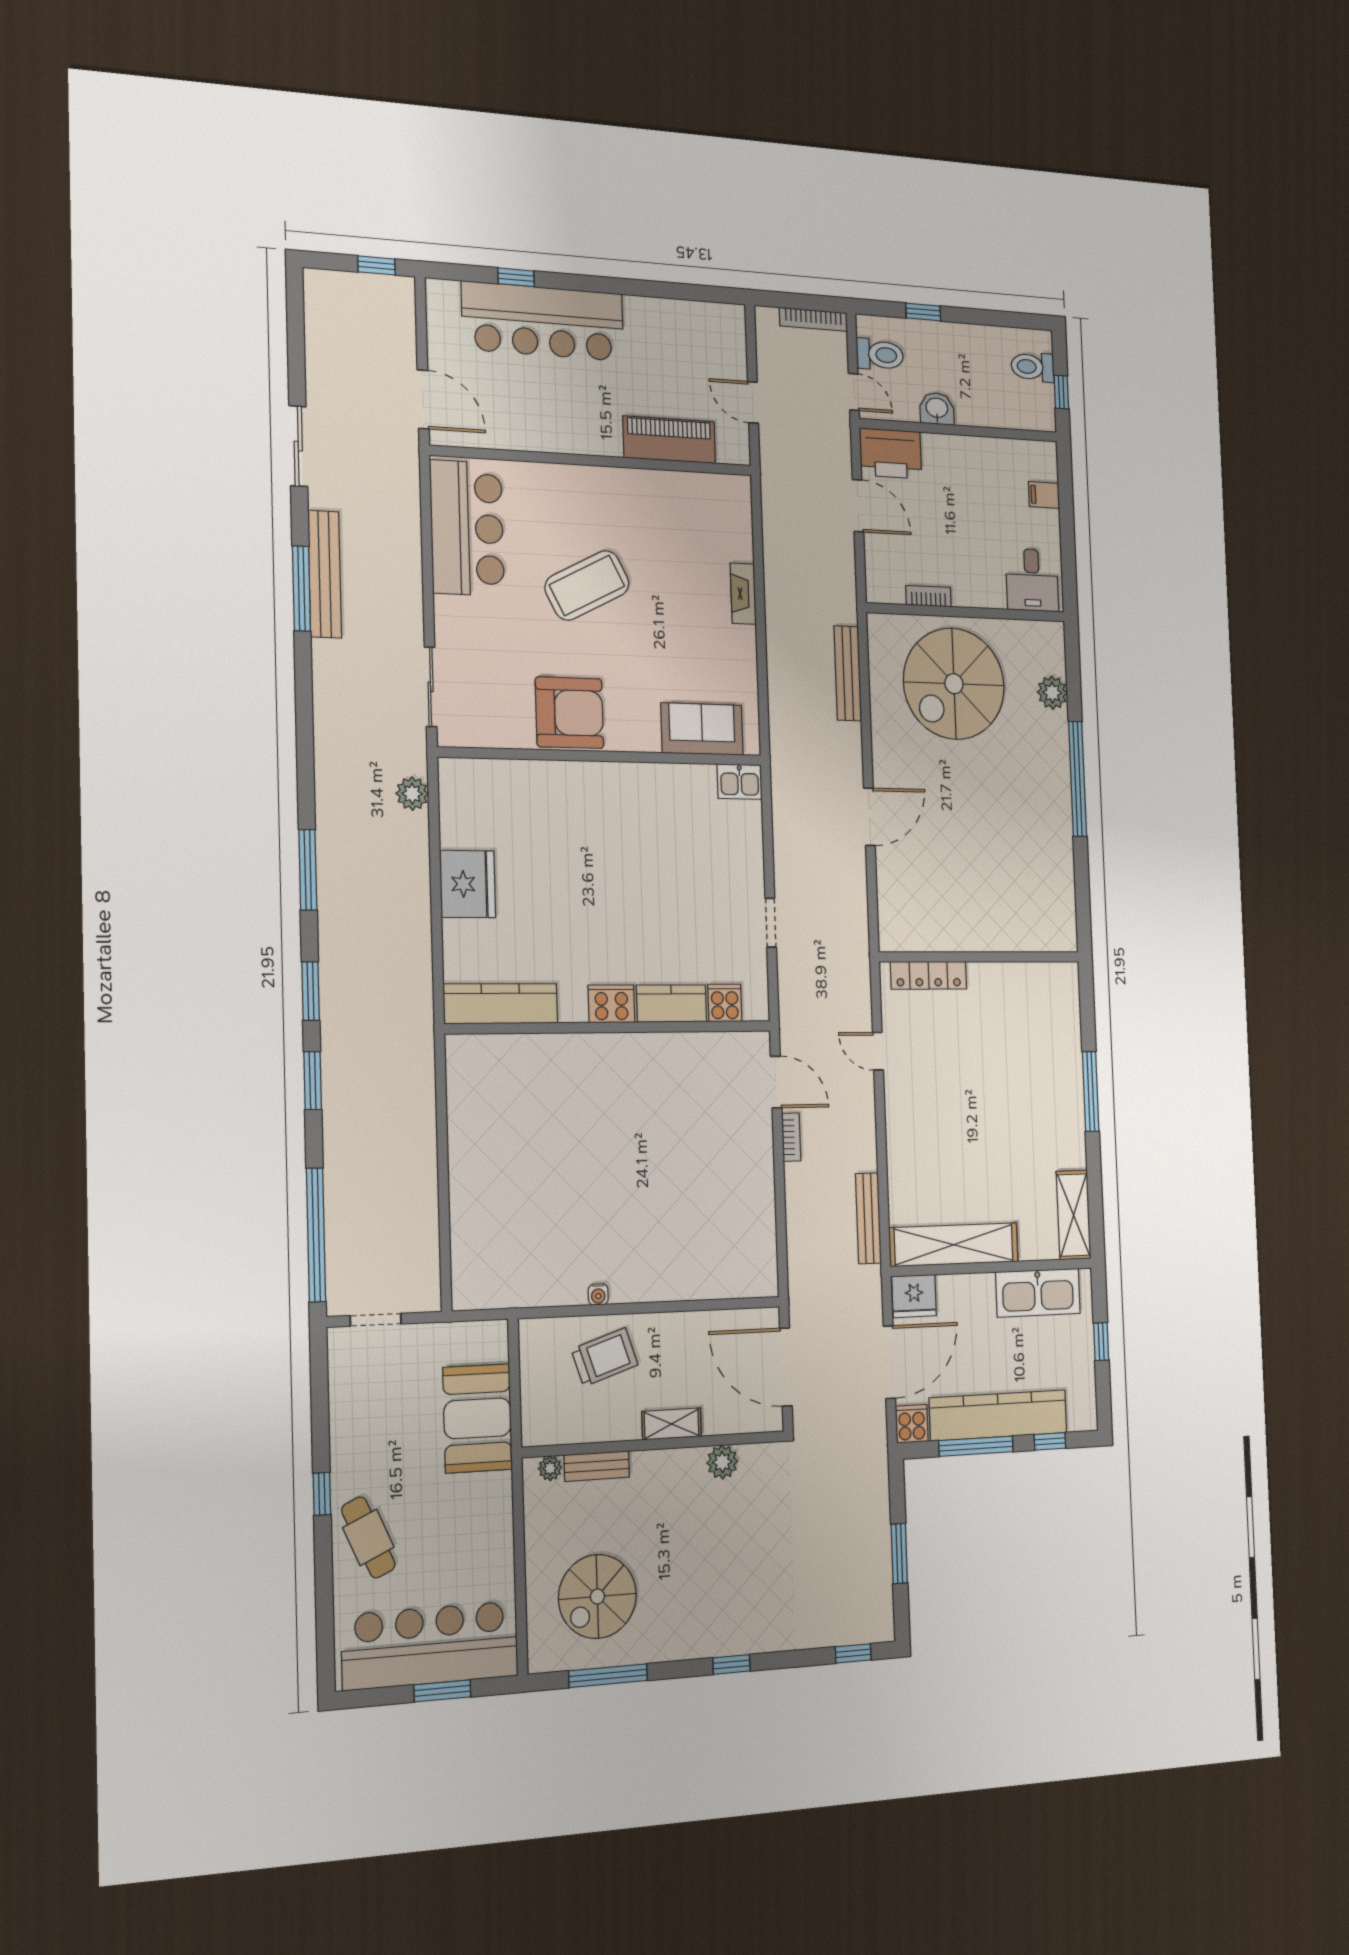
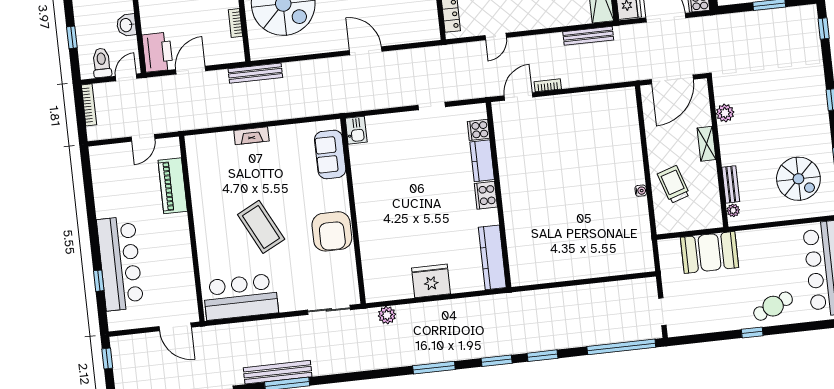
door: (423, 399) -> (175, 327), swing flipped
bench: (848, 673) -> (255, 73), moved
armchair: (569, 713) -> (332, 231), turned 180

